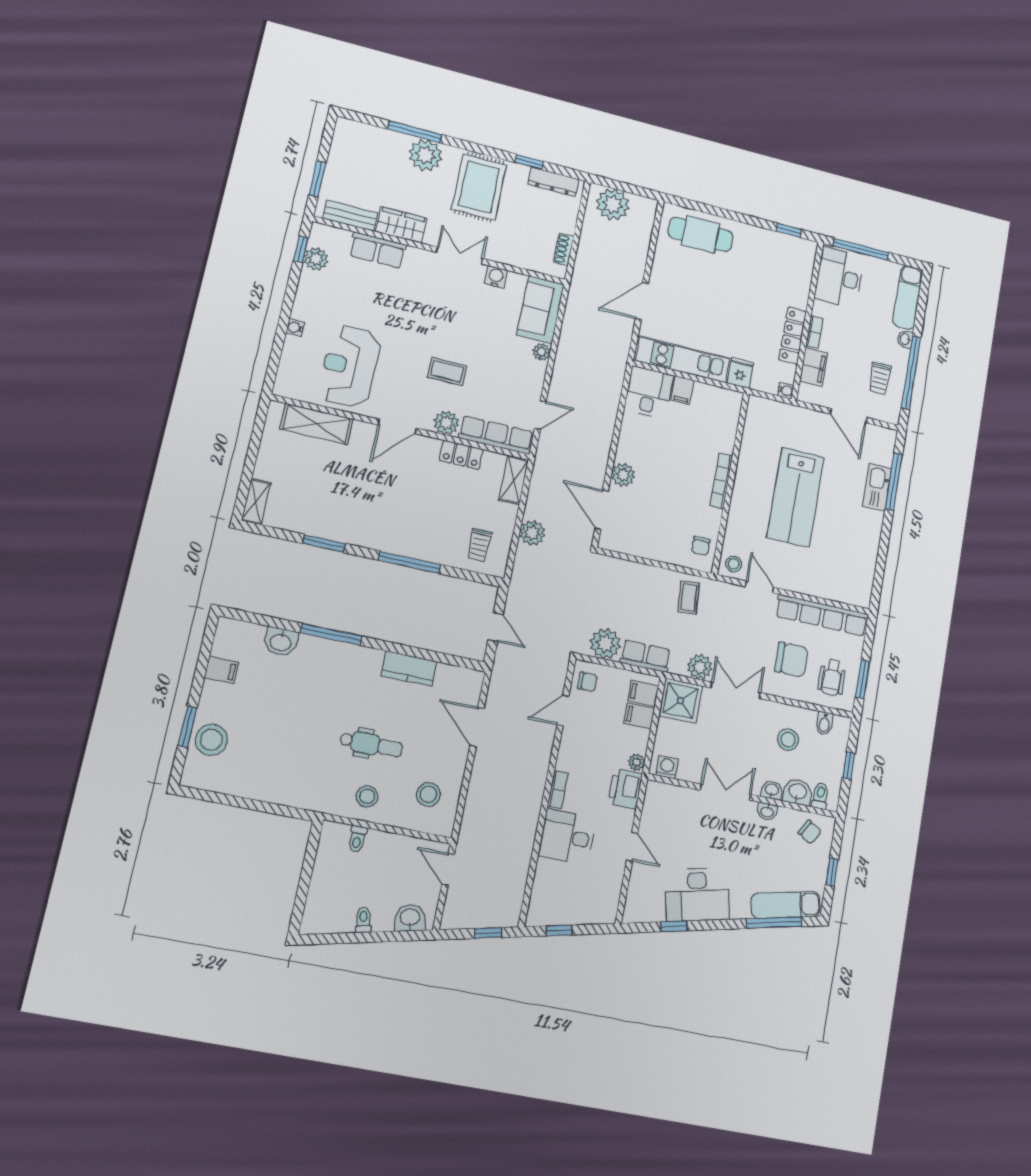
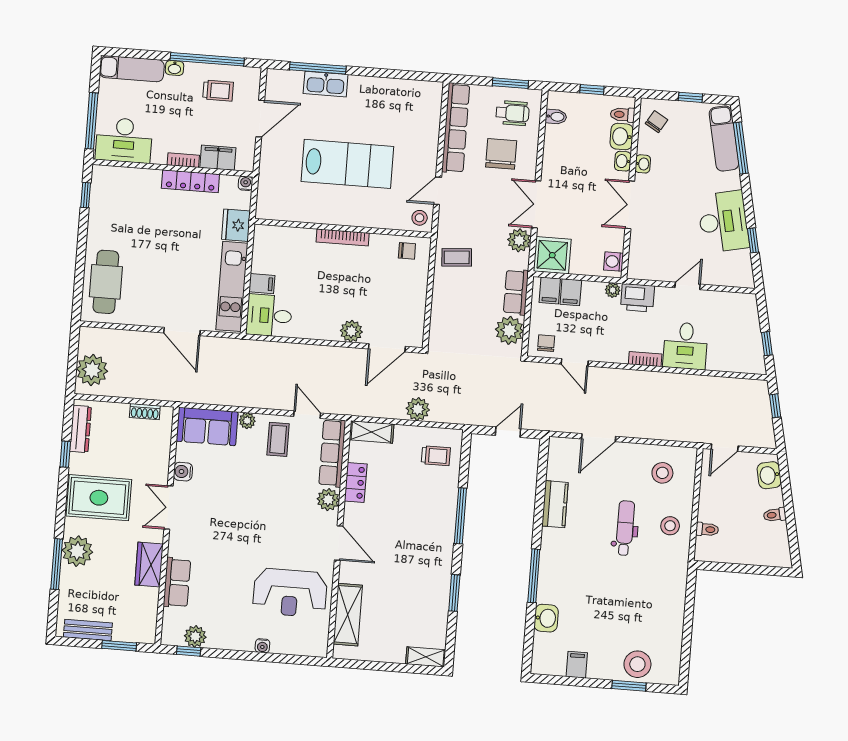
bench: (350, 216) -> (88, 630), moved, turned 90
coffee table: (447, 371) -> (278, 439), moved
fridge: (740, 373) -> (236, 225), width x1.38
stool: (788, 740) -> (575, 150), removed

